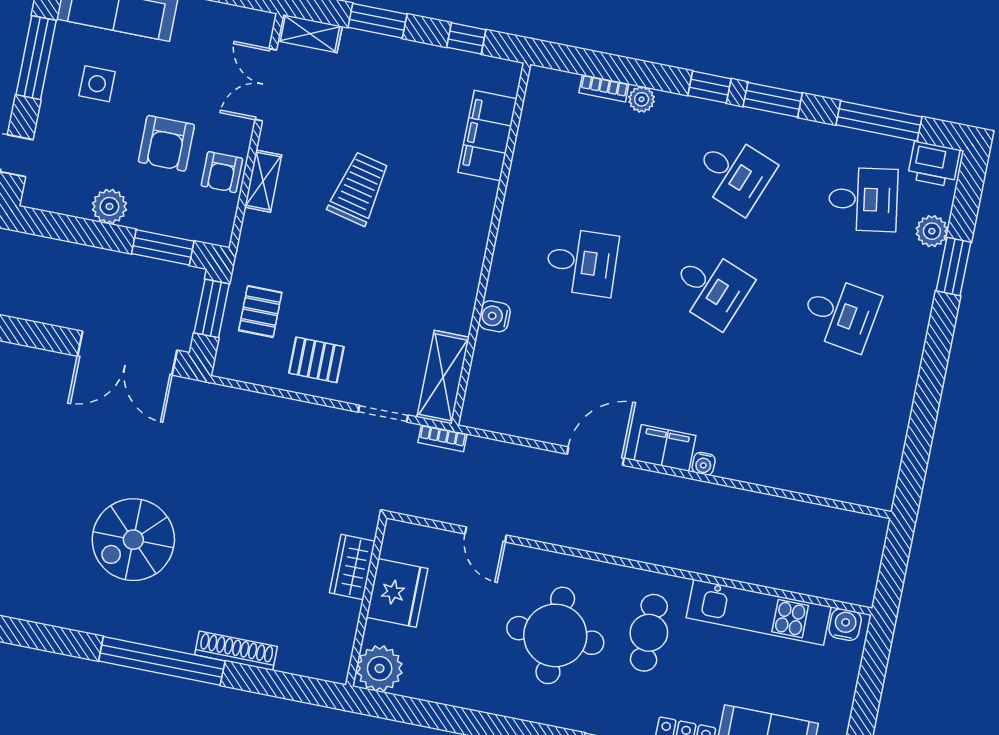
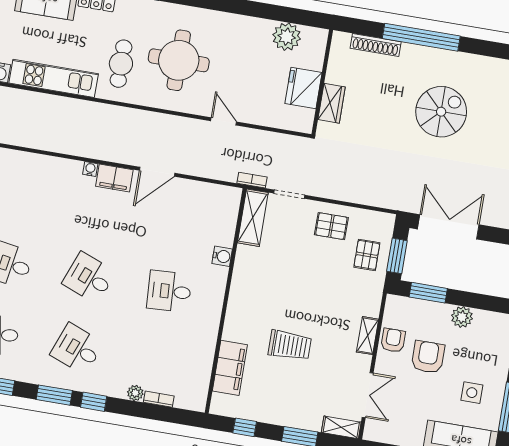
trolley: (359, 189) -> (290, 345), moved, turned -103
wardrobe: (352, 567) -> (332, 103), moved
fridge: (397, 593) -> (303, 88), moved
wall: (366, 601) -> (322, 82), moved

